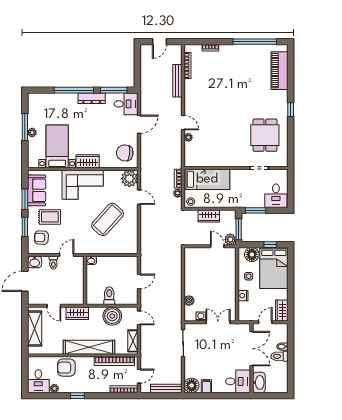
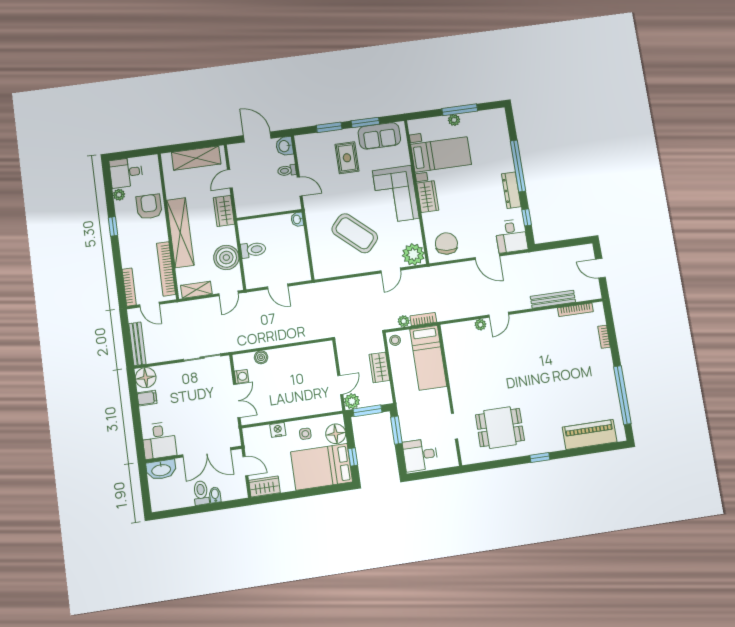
window: (114, 90) -> (527, 217), width x0.46
armchair: (41, 238) -> (318, 150), removed

